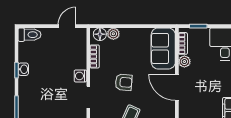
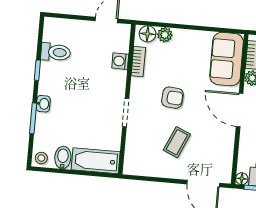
toilet: (29, 35) -> (56, 52), moved
washbasin: (23, 69) -> (43, 104), moved
washing machine: (80, 76) -> (120, 61), moved

